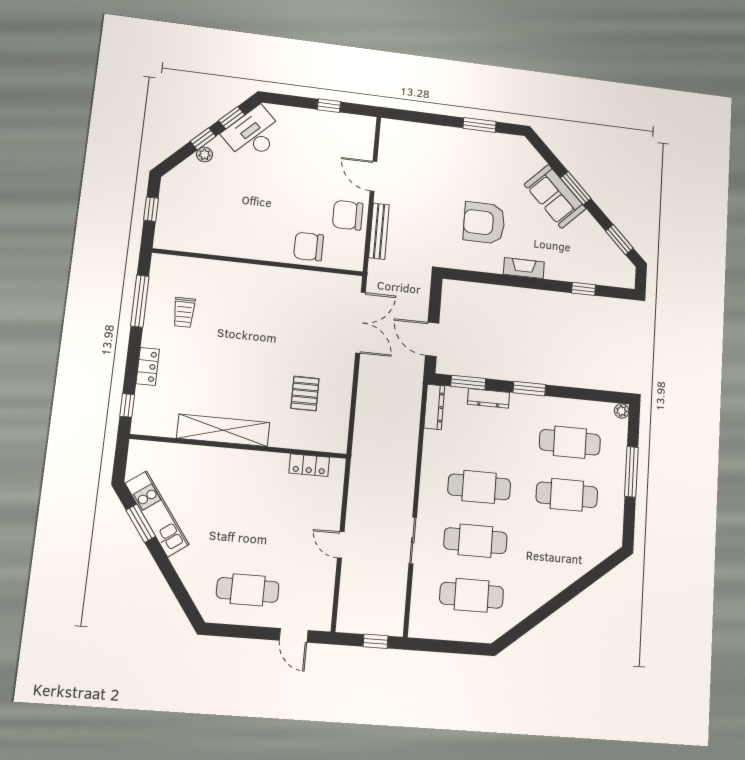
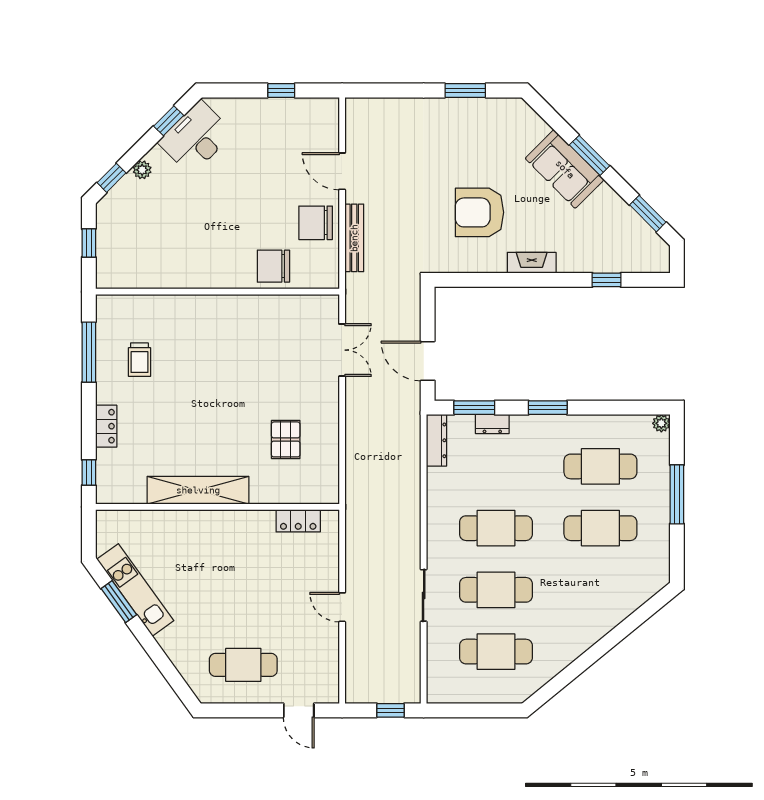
window: (203, 139) -> (112, 178), moved
double door: (361, 323) -> (342, 350), width x0.73
dresser: (488, 398) -> (492, 424), width x0.70

